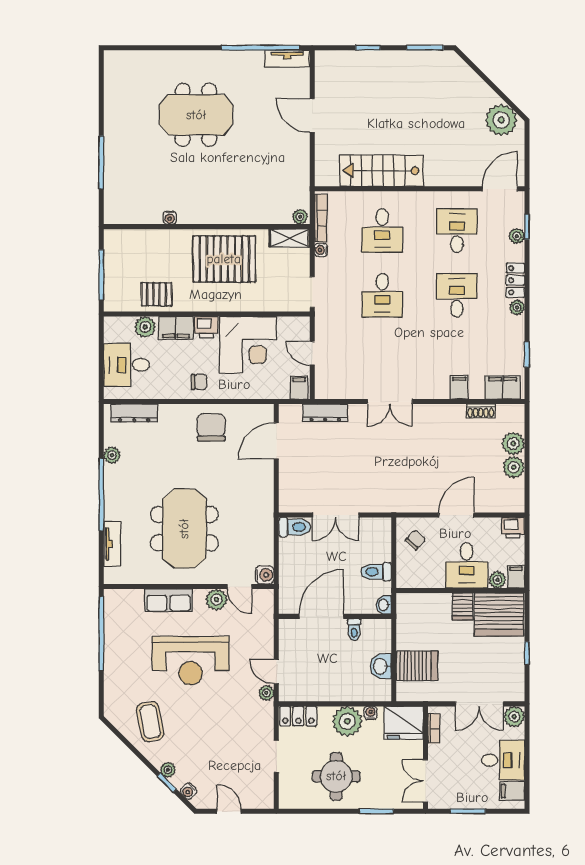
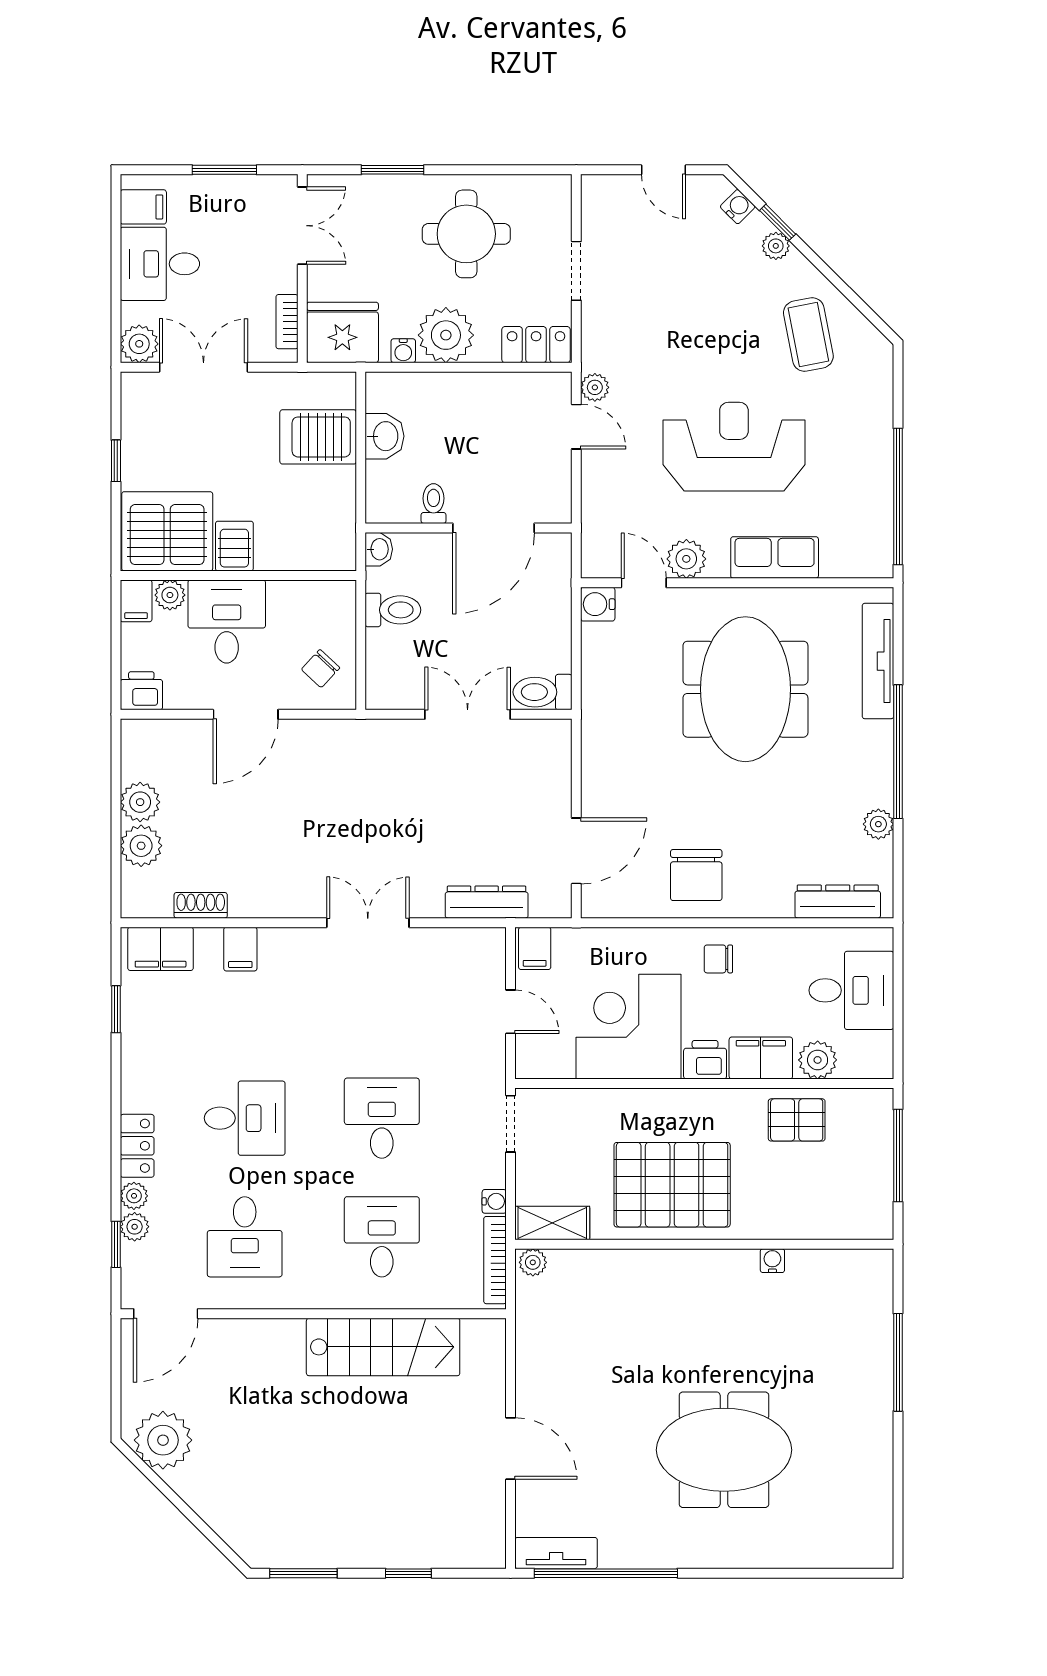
desk: (457, 295) -> (245, 1118), turned -90
plant: (517, 307) -> (134, 1196), moved
tv unit: (112, 544) -> (878, 661), width x1.41

